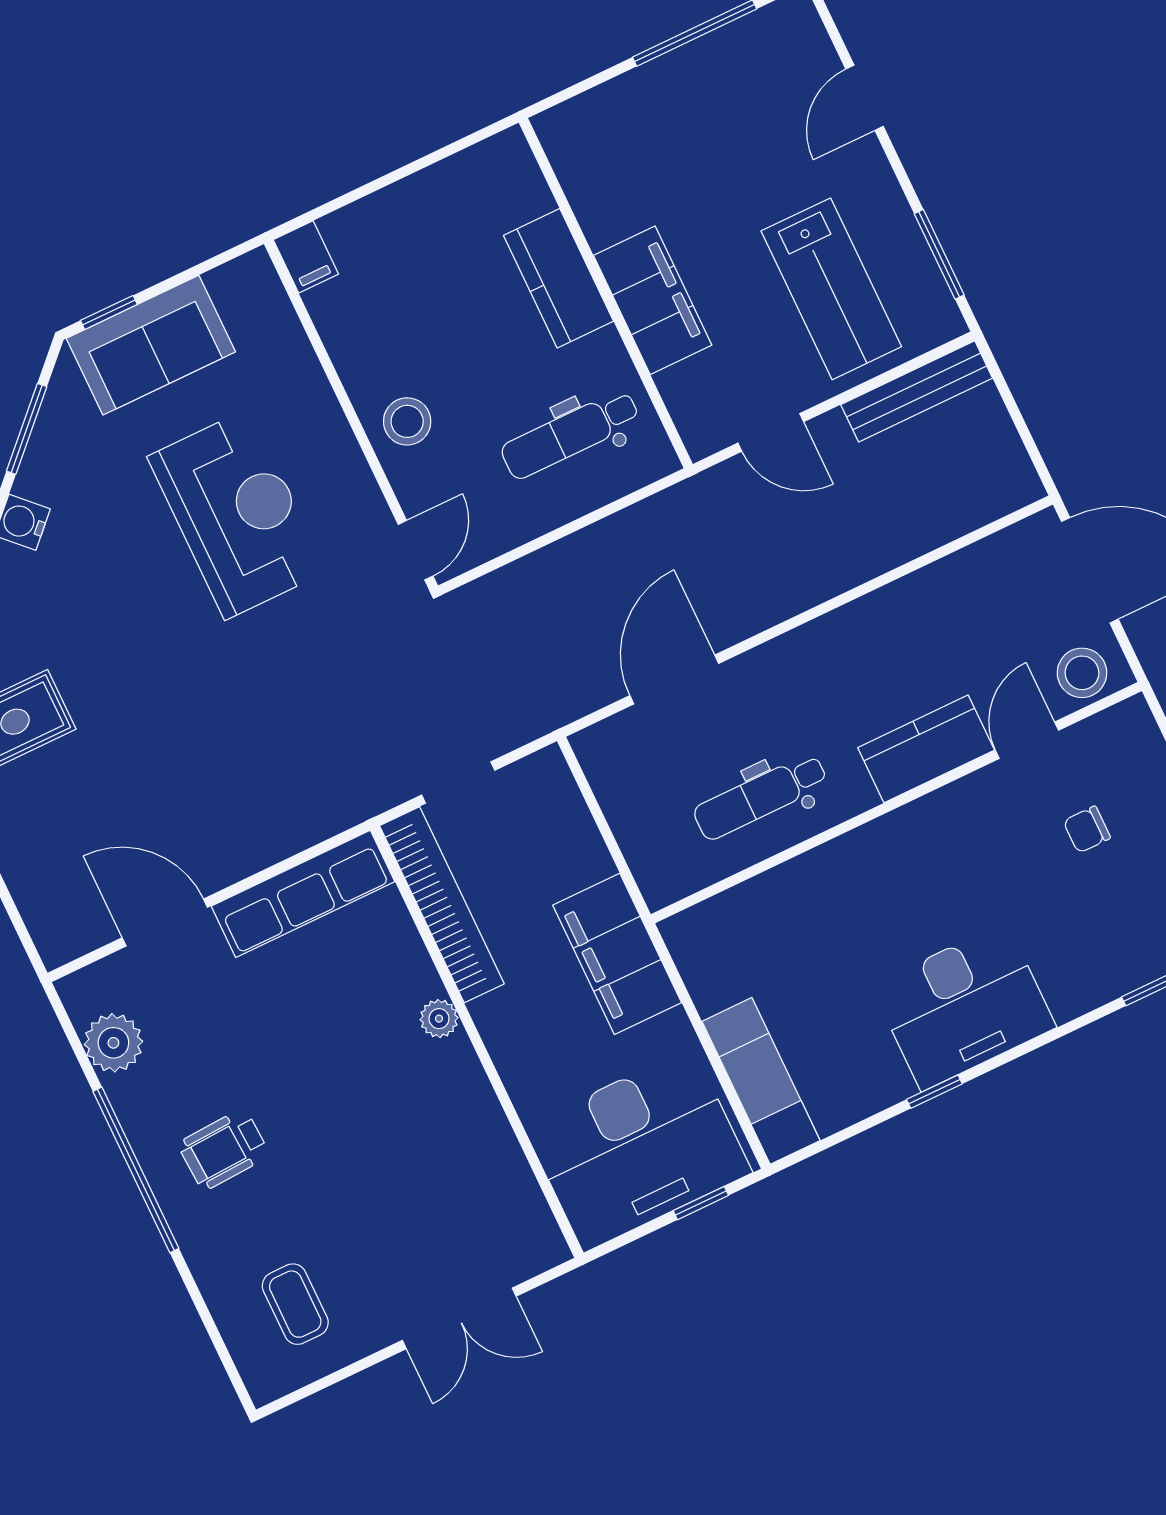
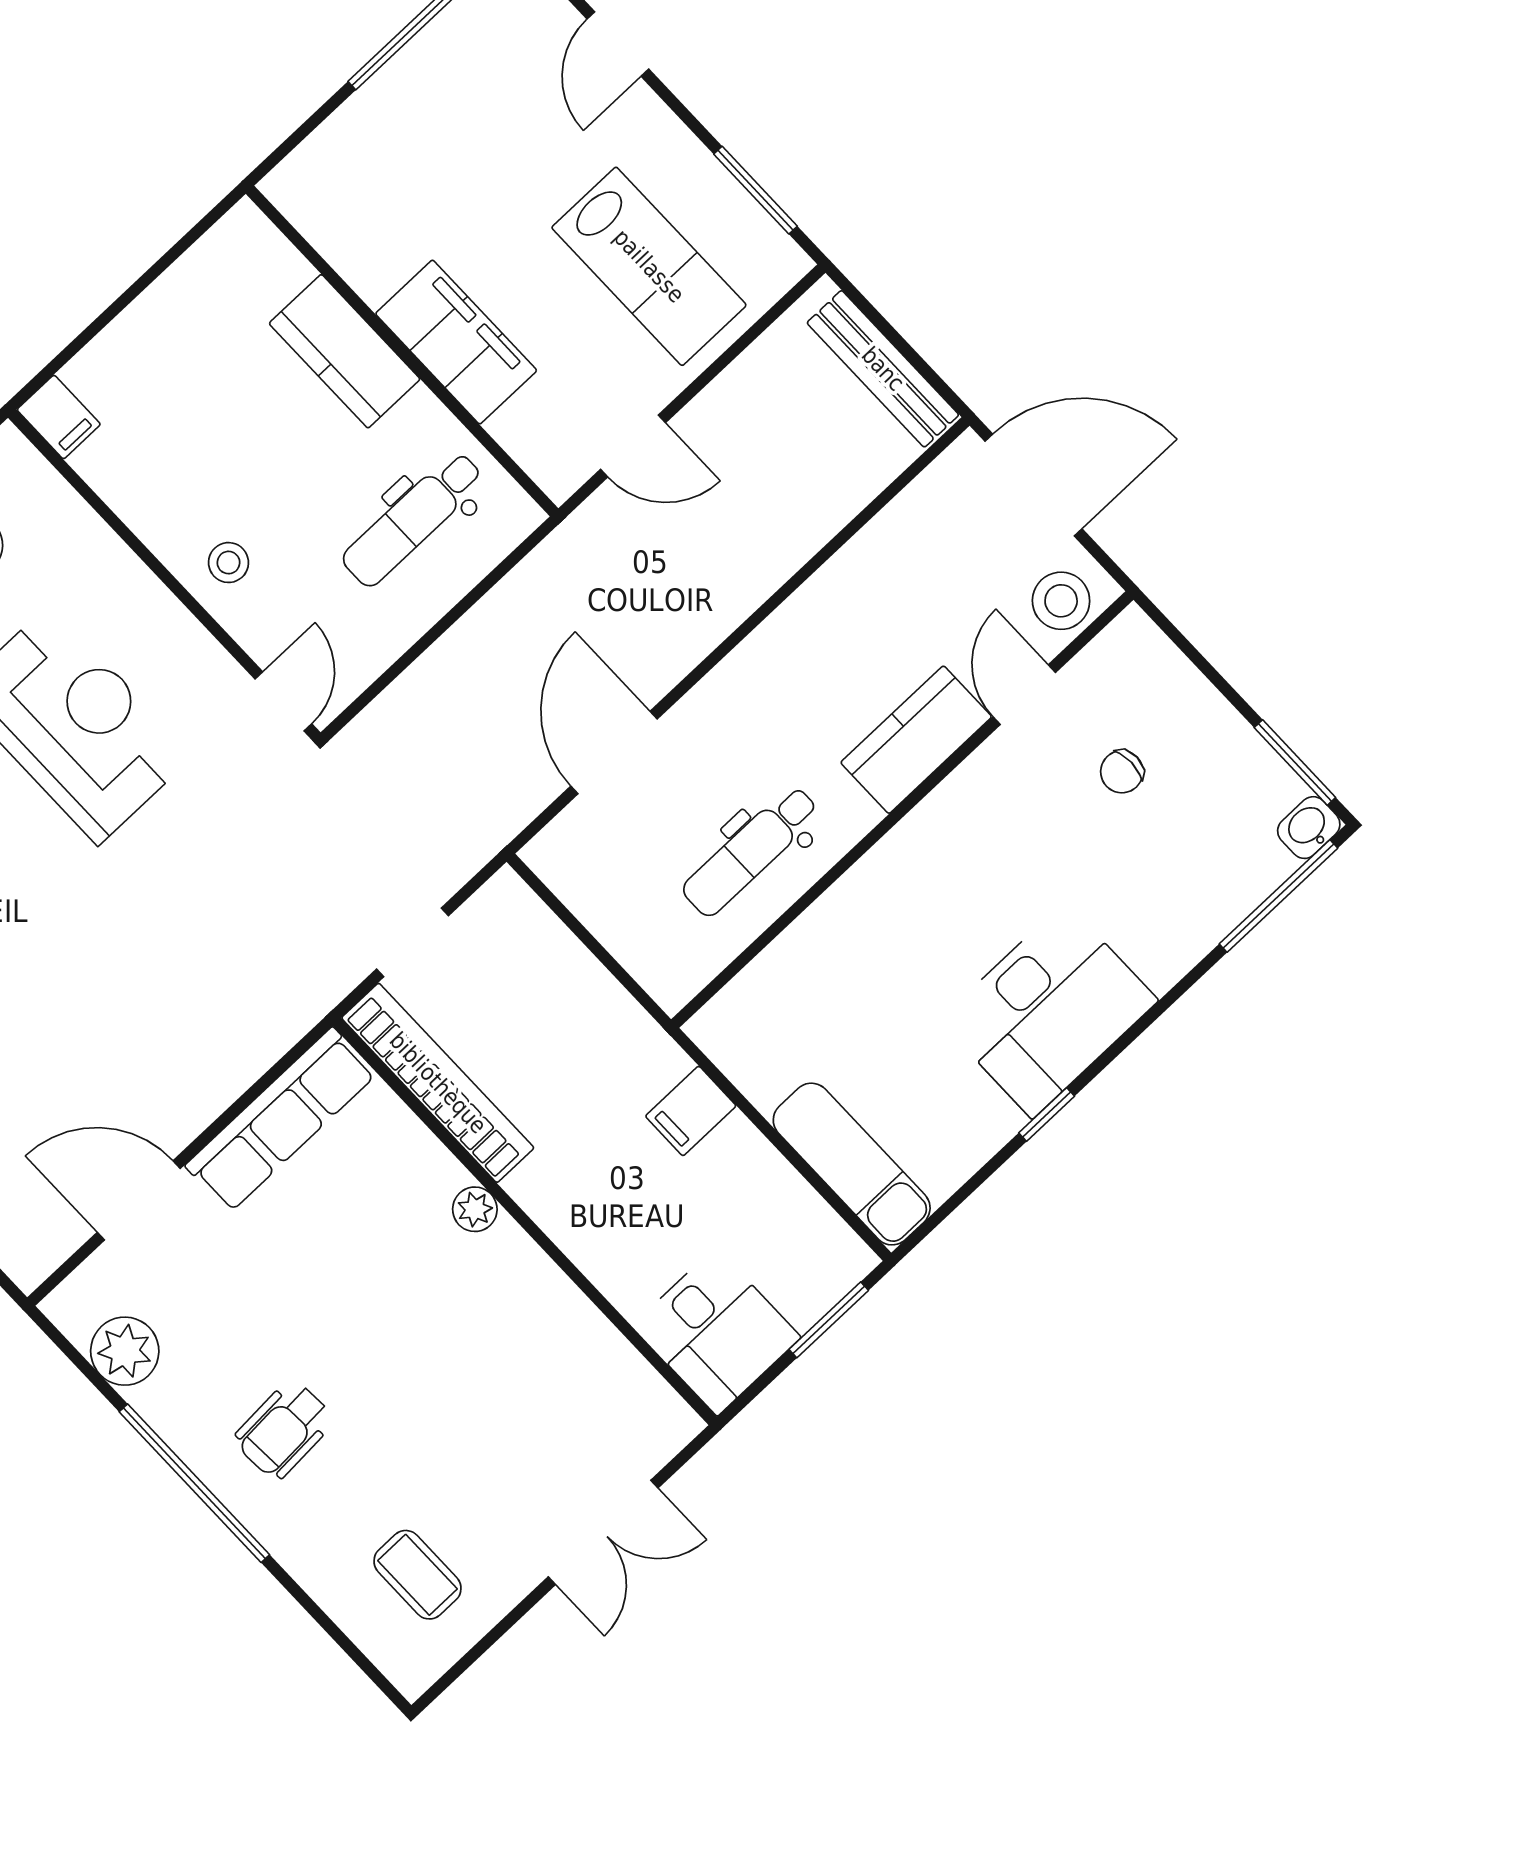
bench: (917, 391) -> (883, 369), moved, turned 90
stool: (407, 421) -> (228, 563), width x0.73, depth x0.73
filing cabinet: (617, 954) -> (691, 1111), width x0.33, depth x0.86
desk: (638, 1150) -> (716, 1332), width x0.53, depth x0.77
window: (701, 1203) -> (829, 1320), width x1.50

